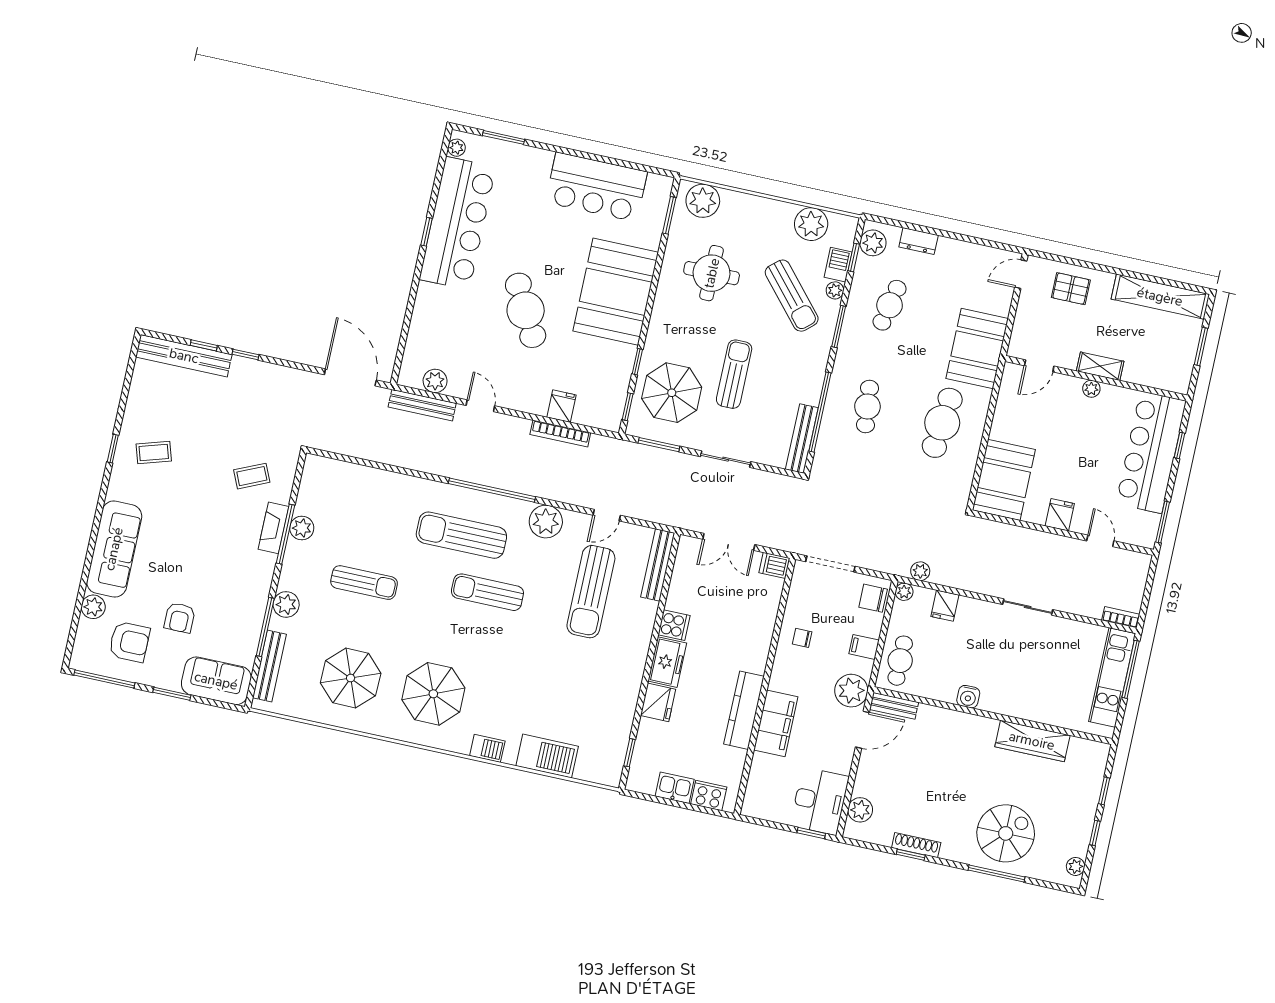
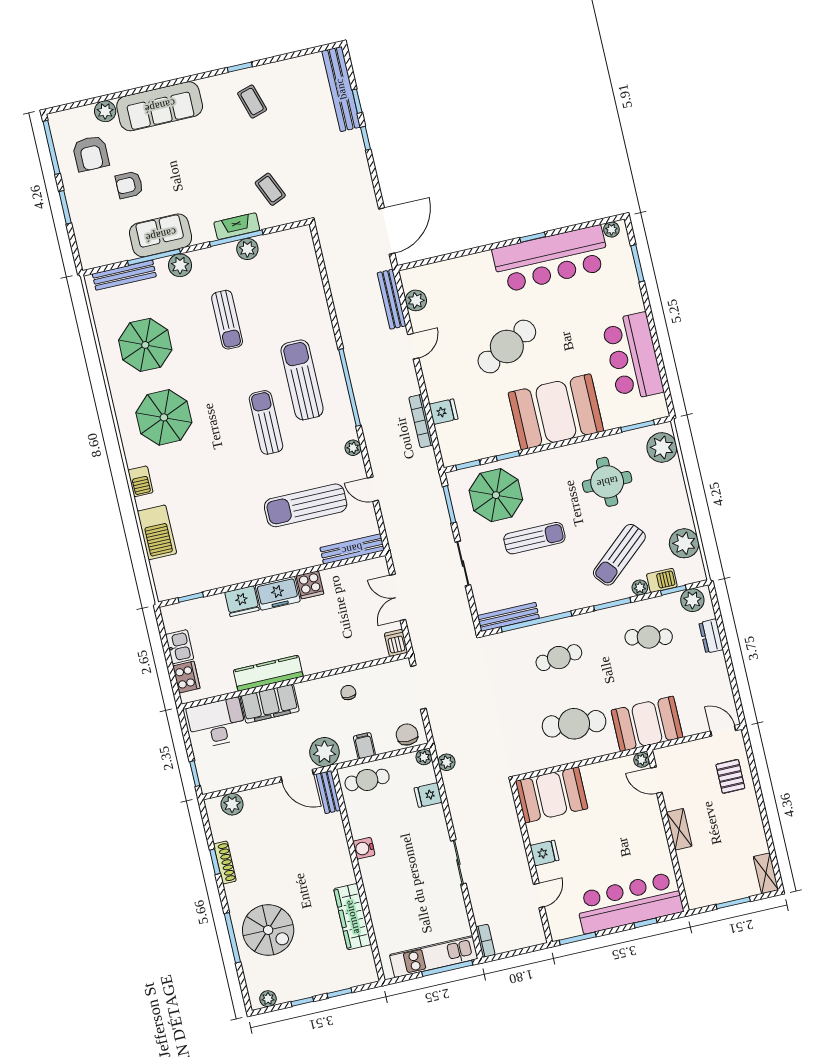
shelving: (1160, 297) -> (766, 873), width x0.45, depth x0.75
plant: (1091, 389) -> (642, 760), moved
plant: (546, 522) -> (353, 448), width x0.53, depth x0.53
sofa: (216, 681) -> (161, 235), moved, turned -90
desk: (820, 801) -> (217, 723), moved, turned 180

